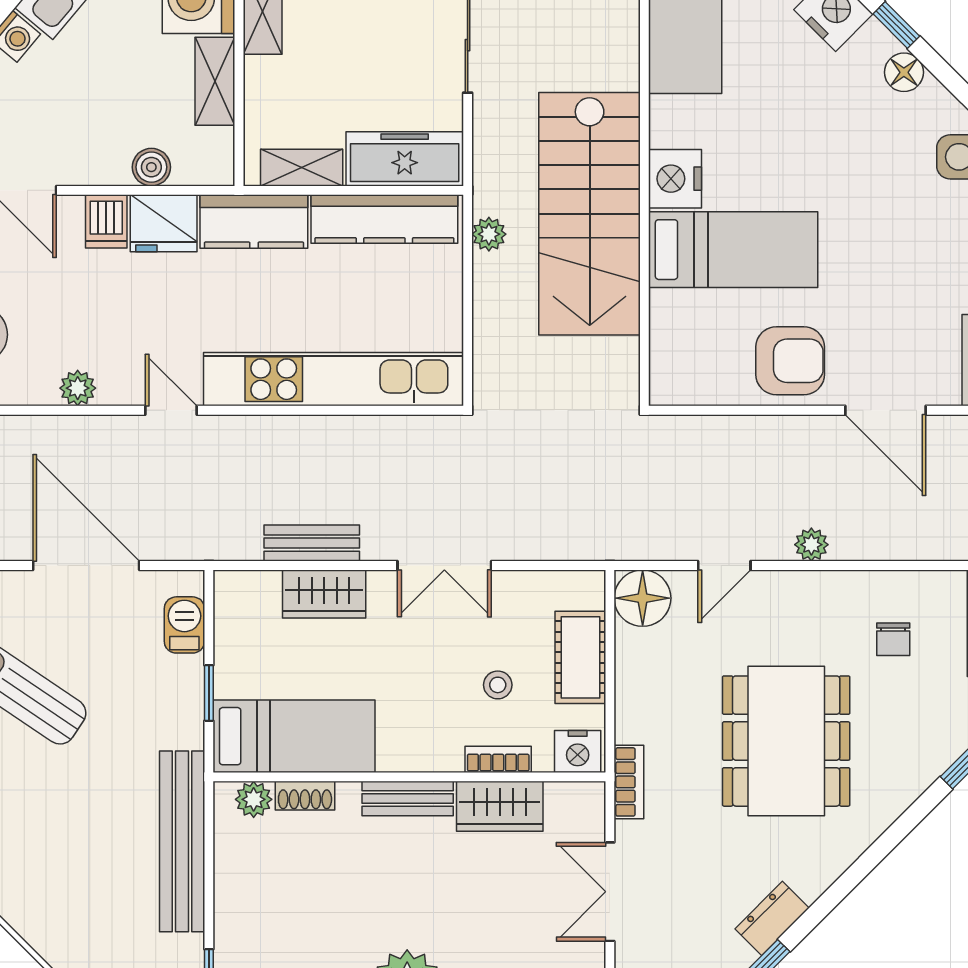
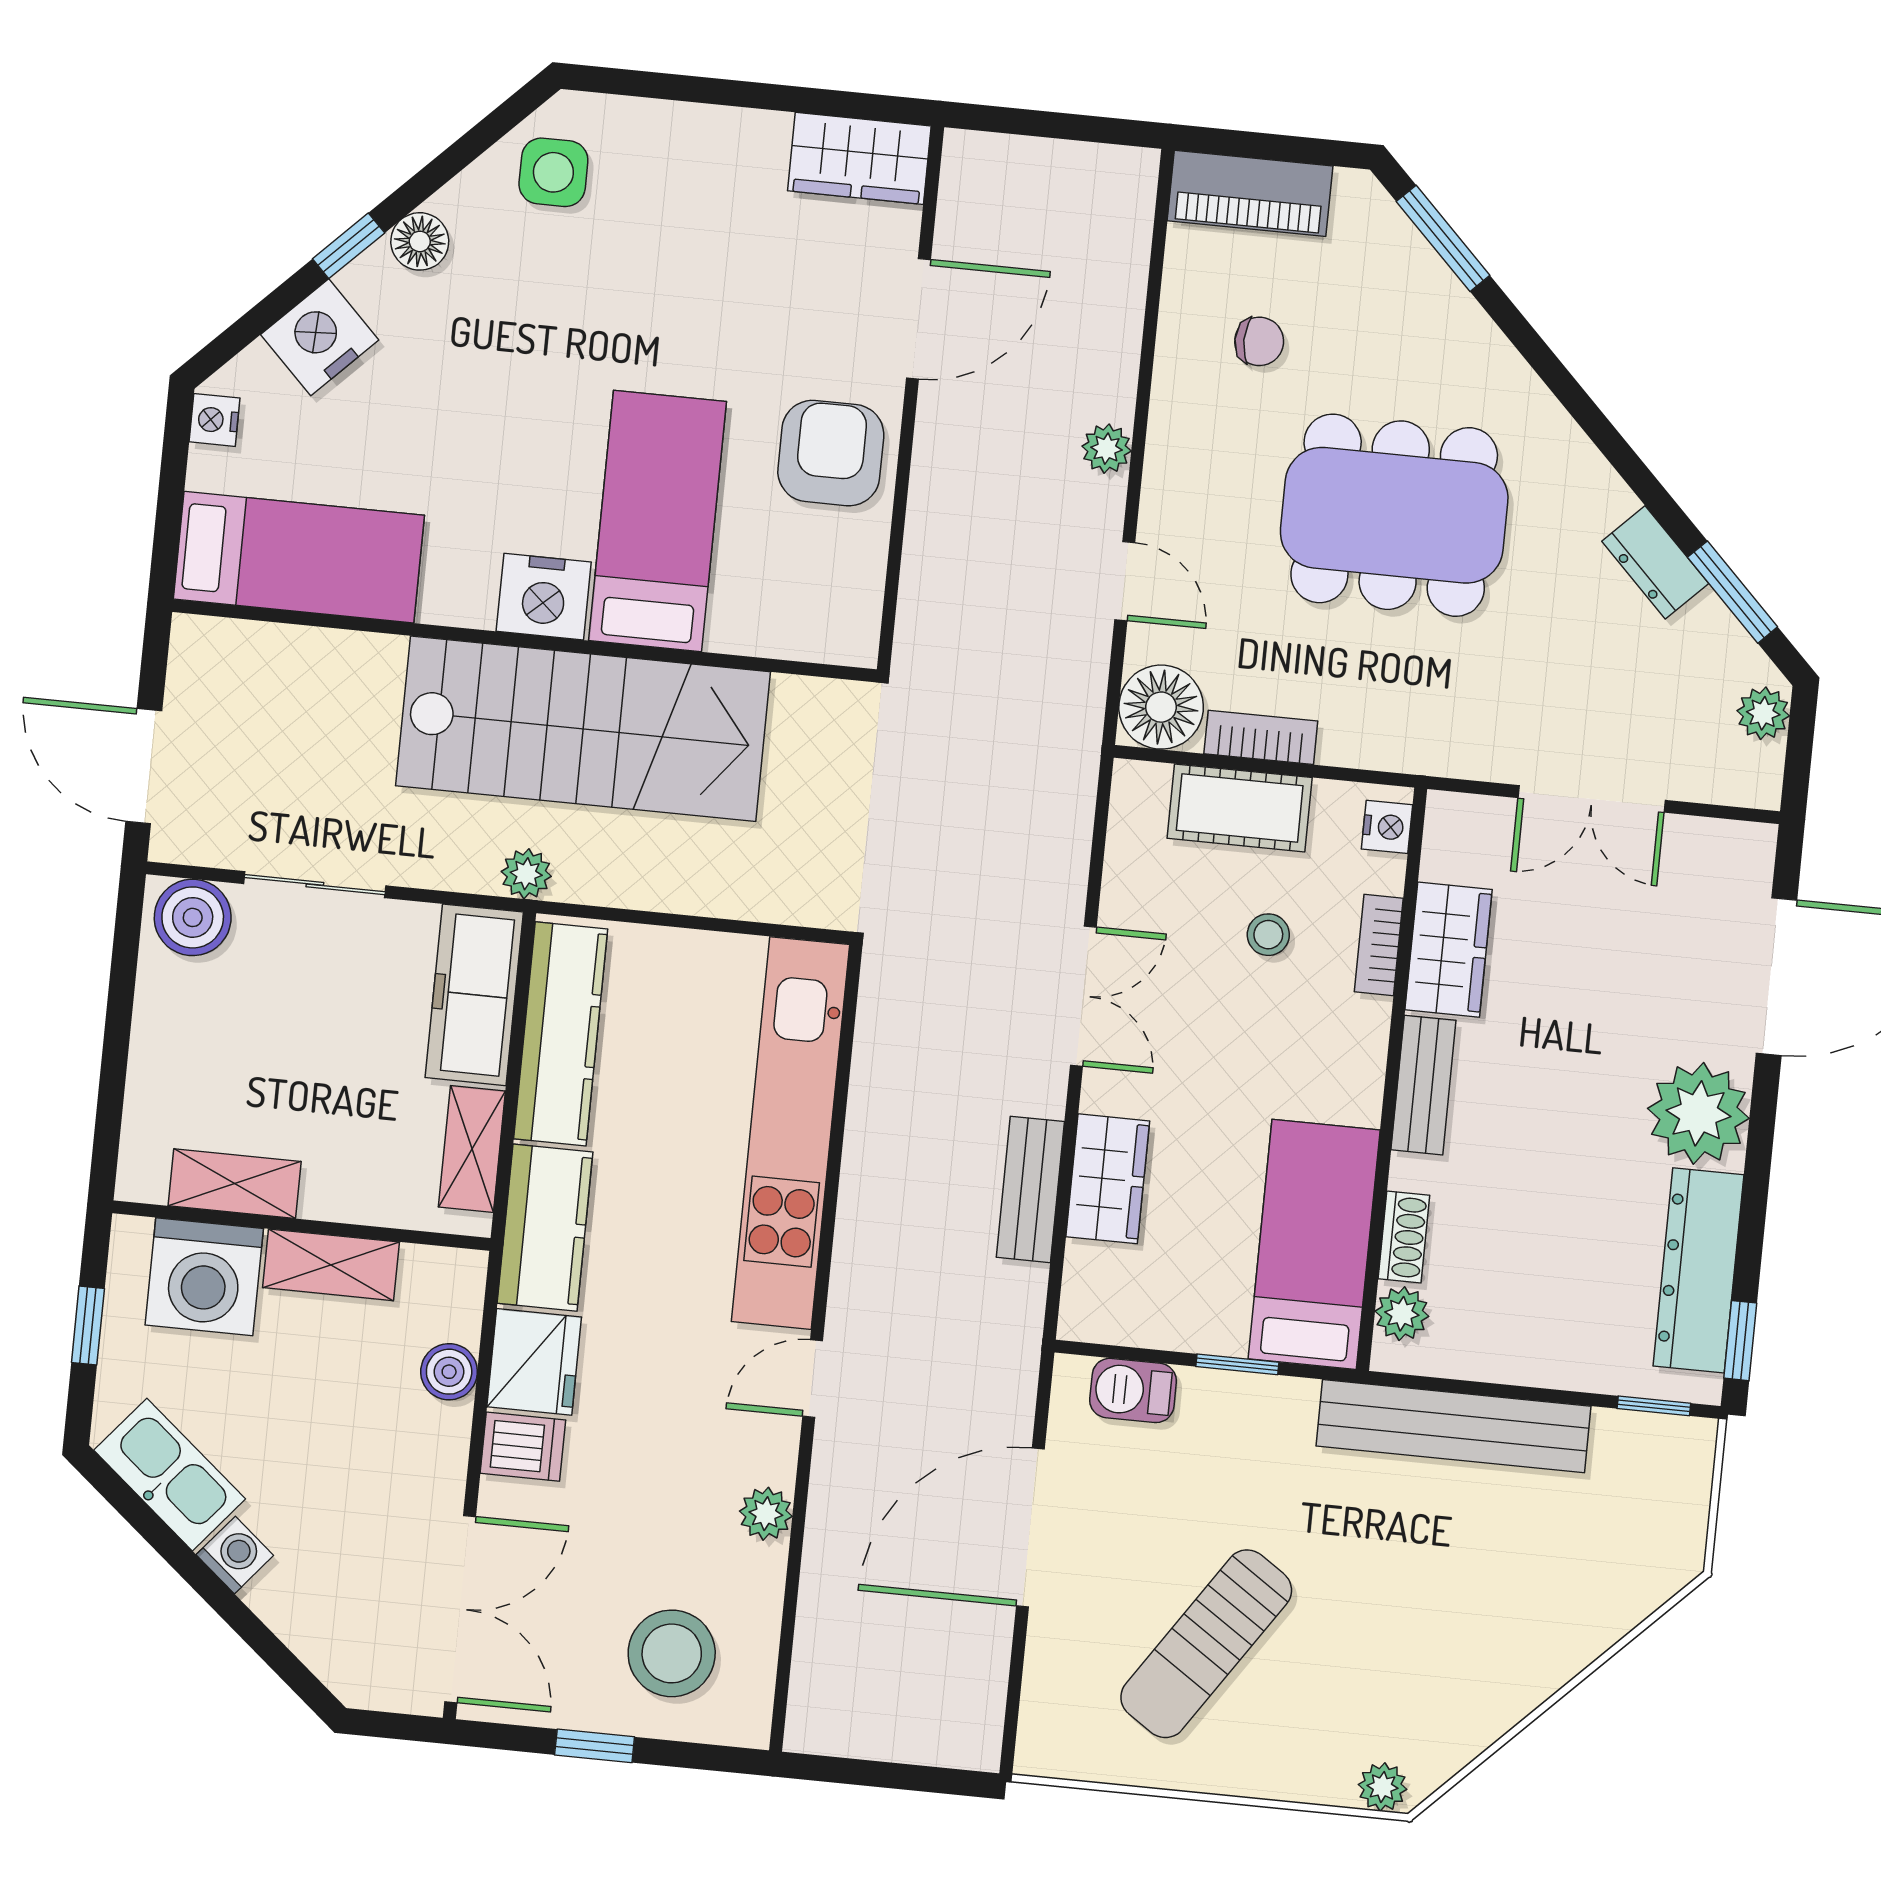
plant: (489, 234) -> (526, 874), moved
nightstand: (578, 751) -> (1387, 827), width x0.72, depth x0.74
bookcase: (629, 782) -> (1261, 737), moved

